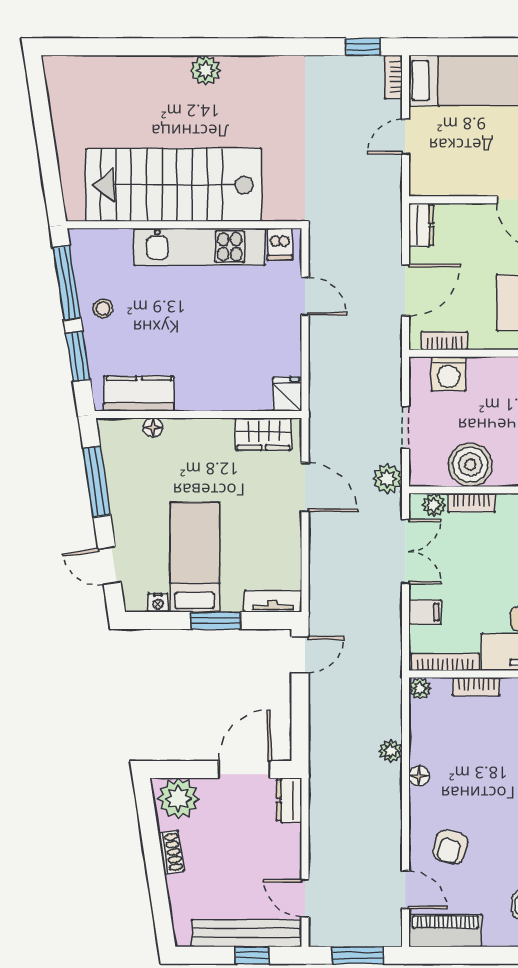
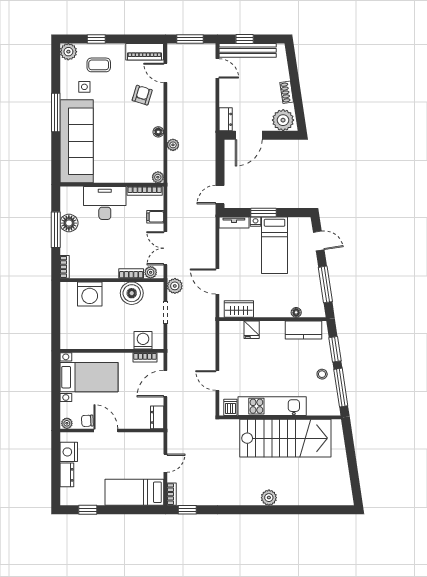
fridge: (287, 394) -> (252, 330), moved
nightstand: (158, 603) -> (255, 222), moved
bookcase: (476, 687) -> (129, 178), removed

